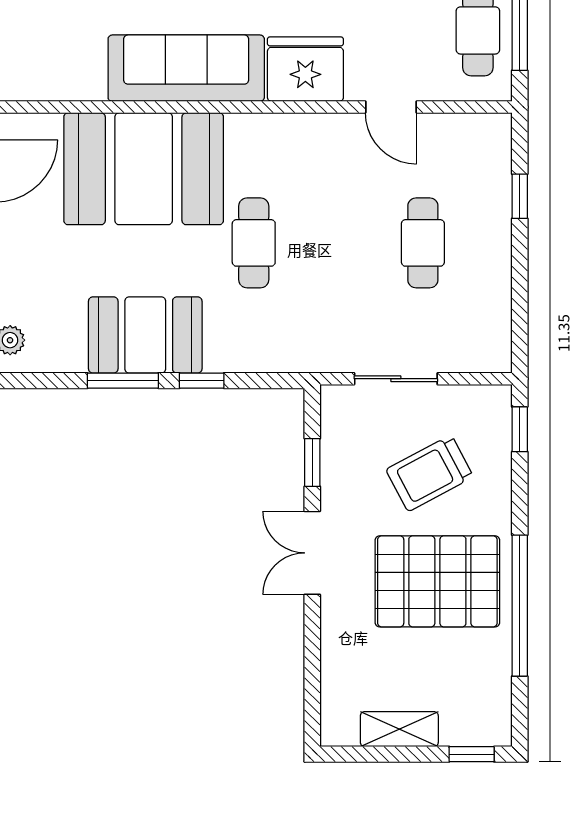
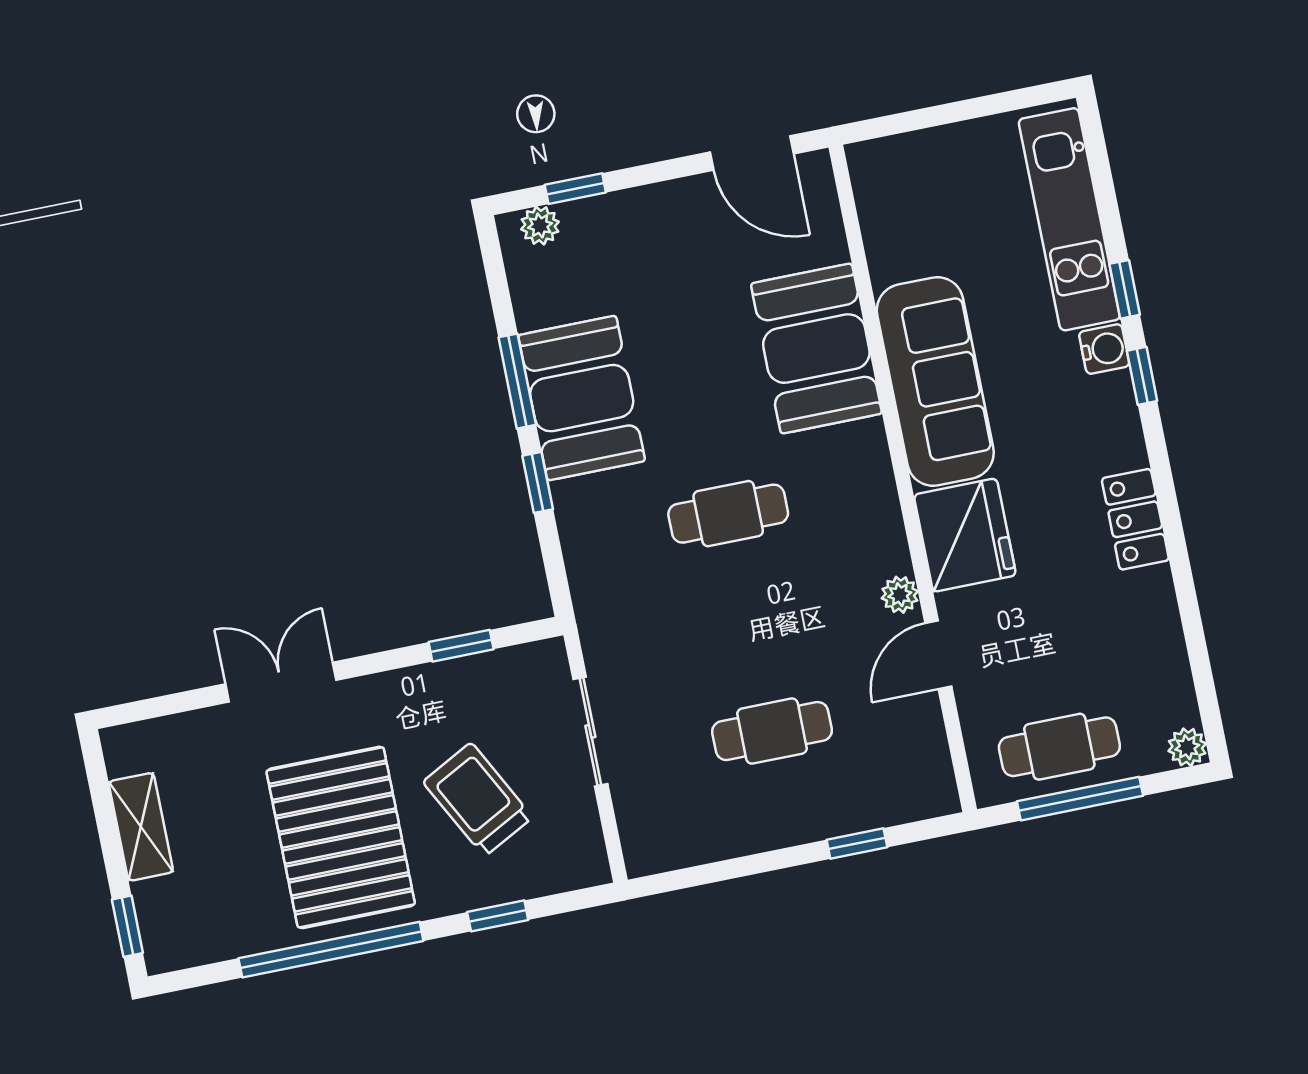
plant: (340, 127) -> (900, 595), added
booth: (144, 169) -> (816, 349), width x0.73, depth x0.70
window: (520, 429) -> (498, 916), moved
double door: (312, 553) -> (281, 682), moved

